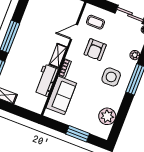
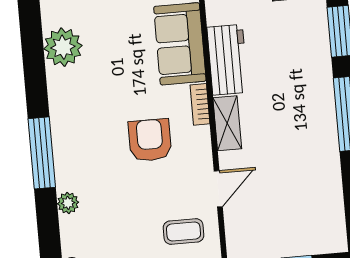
armchair: (95, 50) -> (150, 140), moved
side table: (111, 77) -> (95, 133), removed

